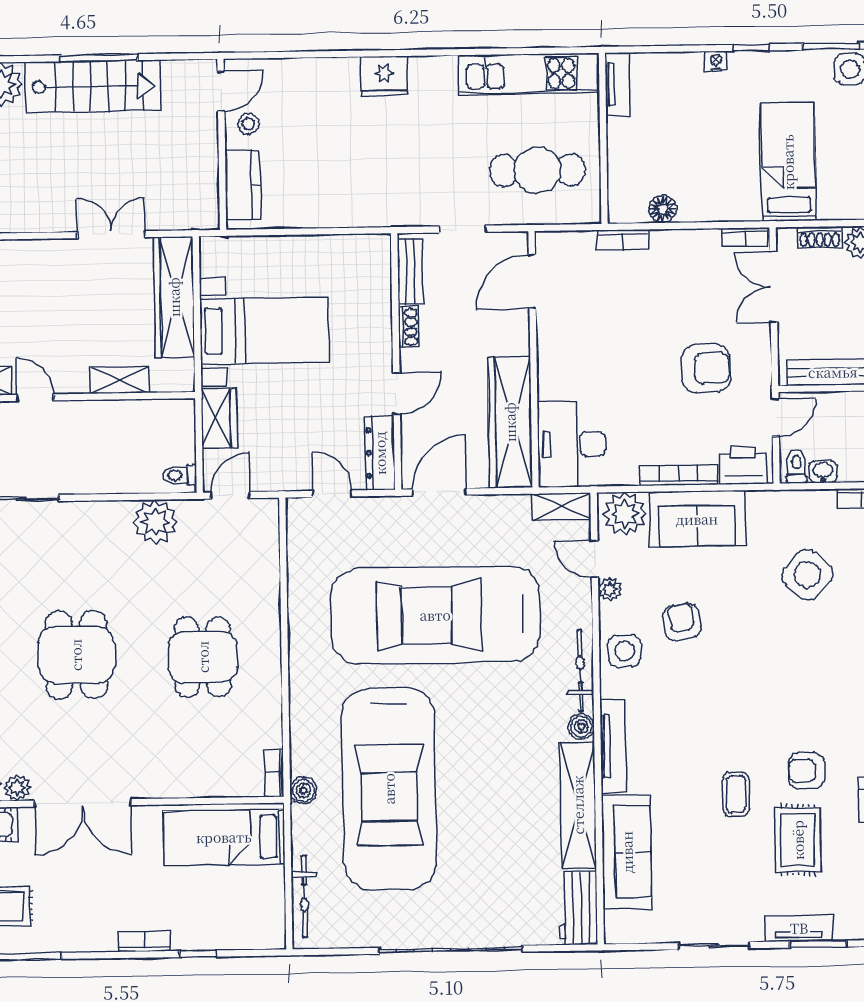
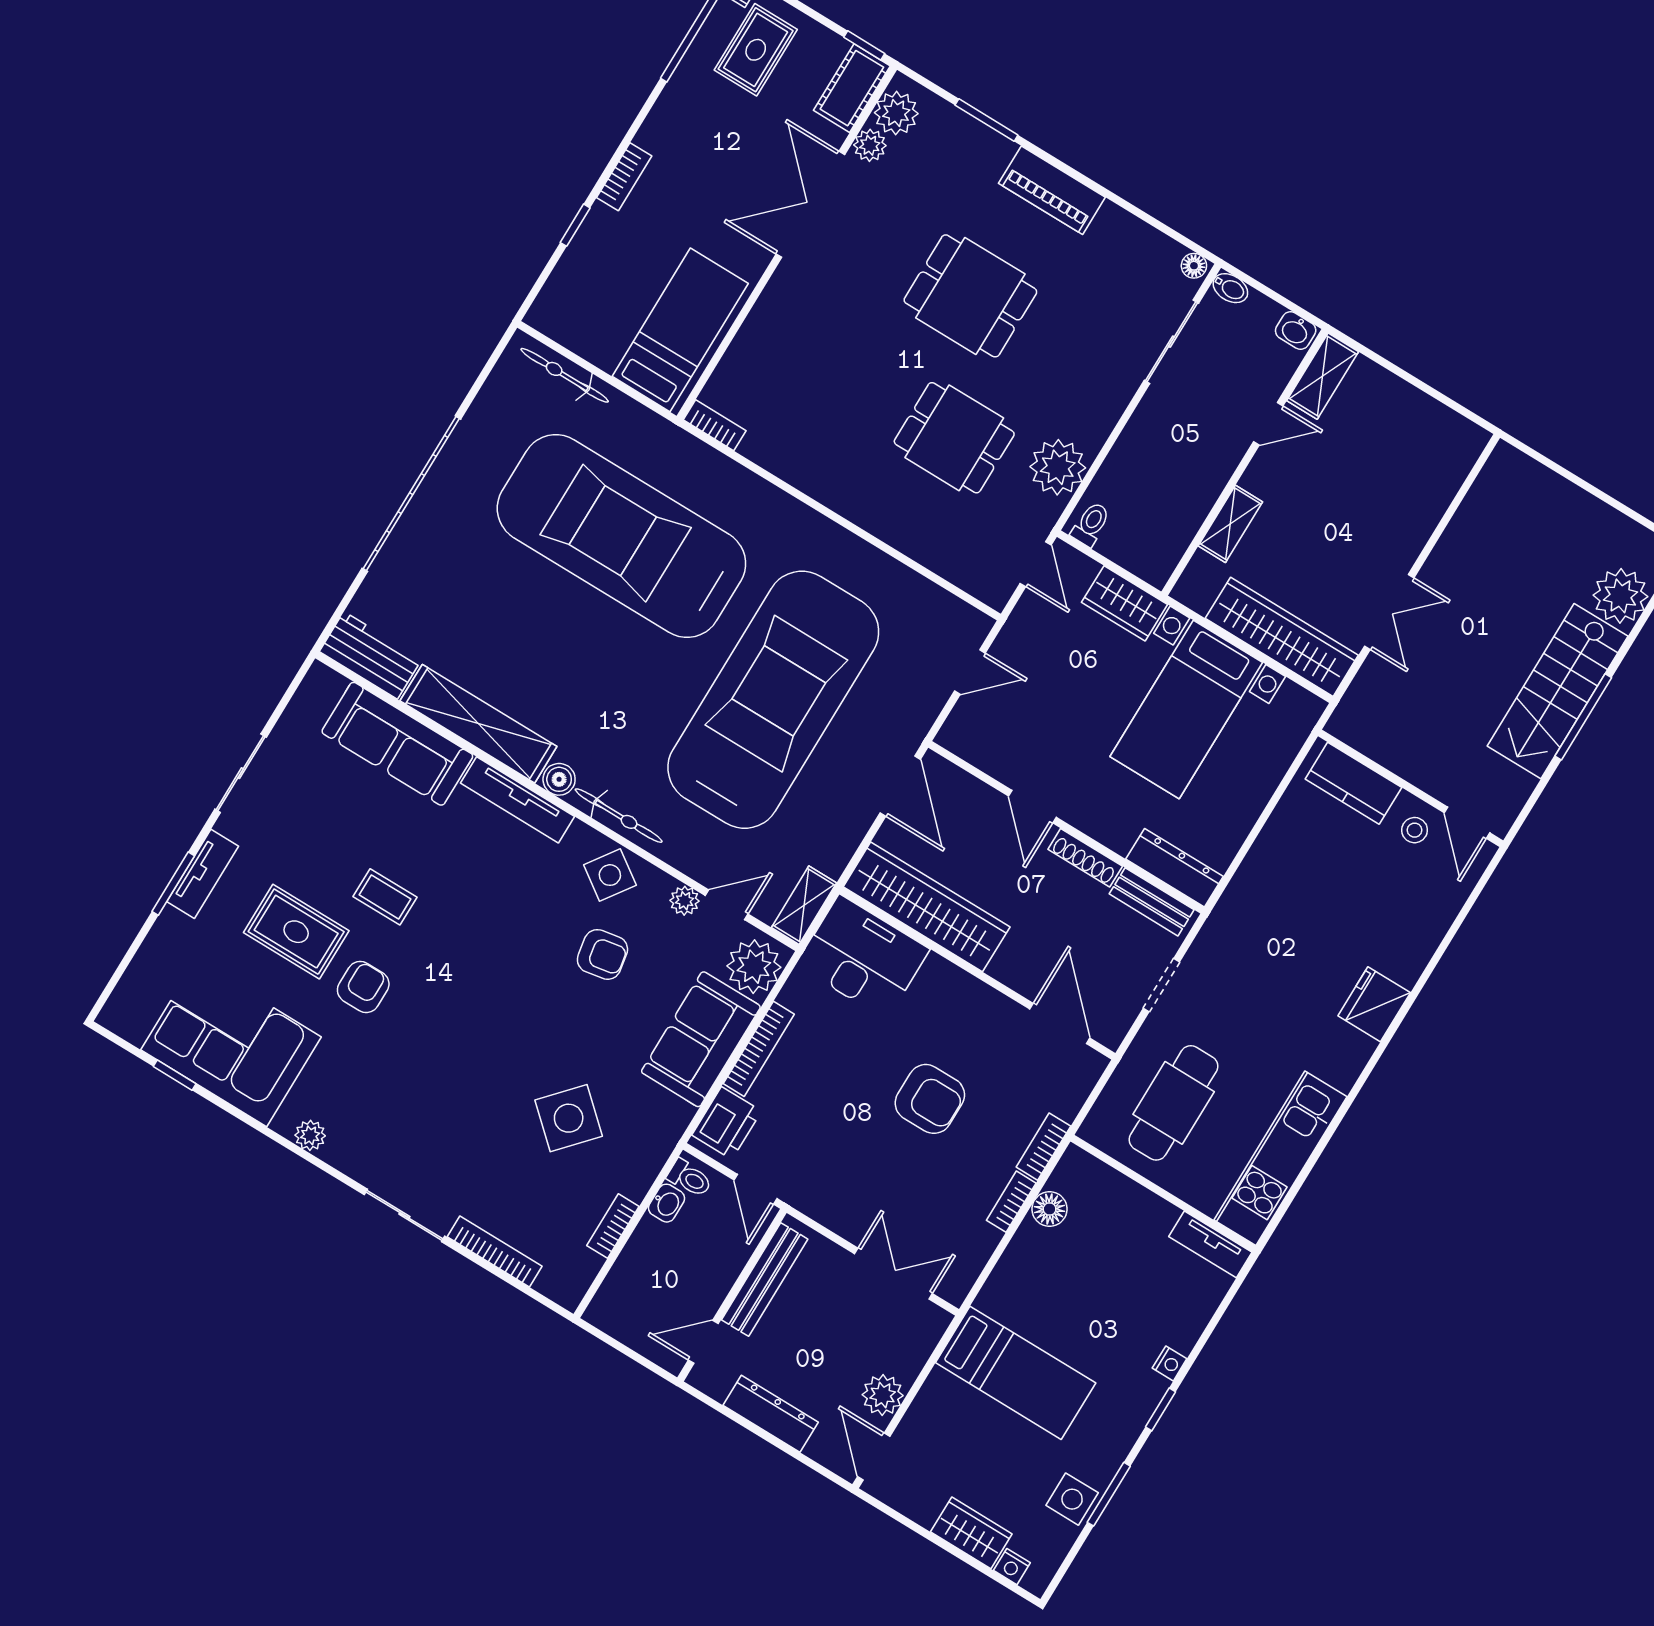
bookcase: (745, 237) -> (1011, 1202), moved
shoe rack: (820, 237) -> (915, 1355), removed
shoe rack: (409, 327) -> (1085, 858), width x1.43
armchair: (706, 368) -> (930, 1099), moved, turned -88
dresser: (380, 453) -> (1175, 868), moved
side table: (625, 651) -> (610, 875), turned 35
dining table: (203, 657) -> (954, 438), moved
boiler: (303, 790) -> (677, 445), removed

